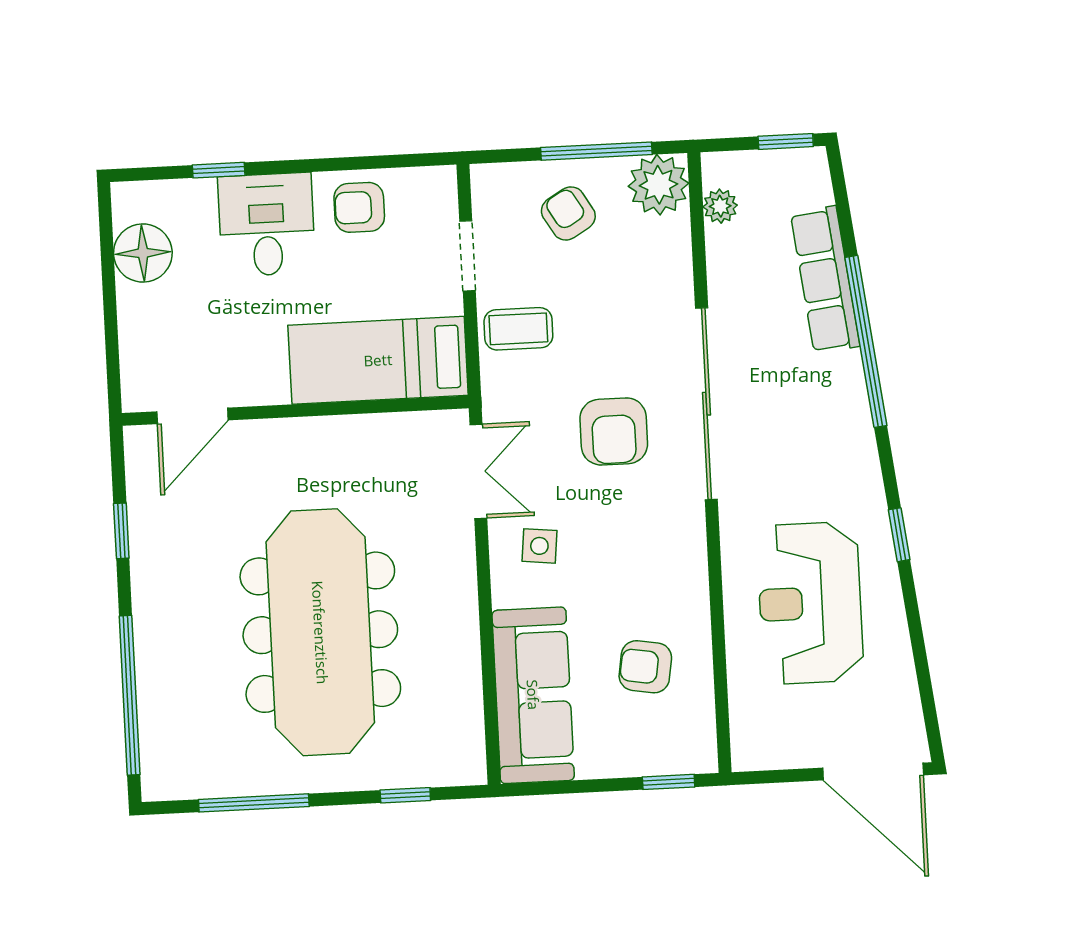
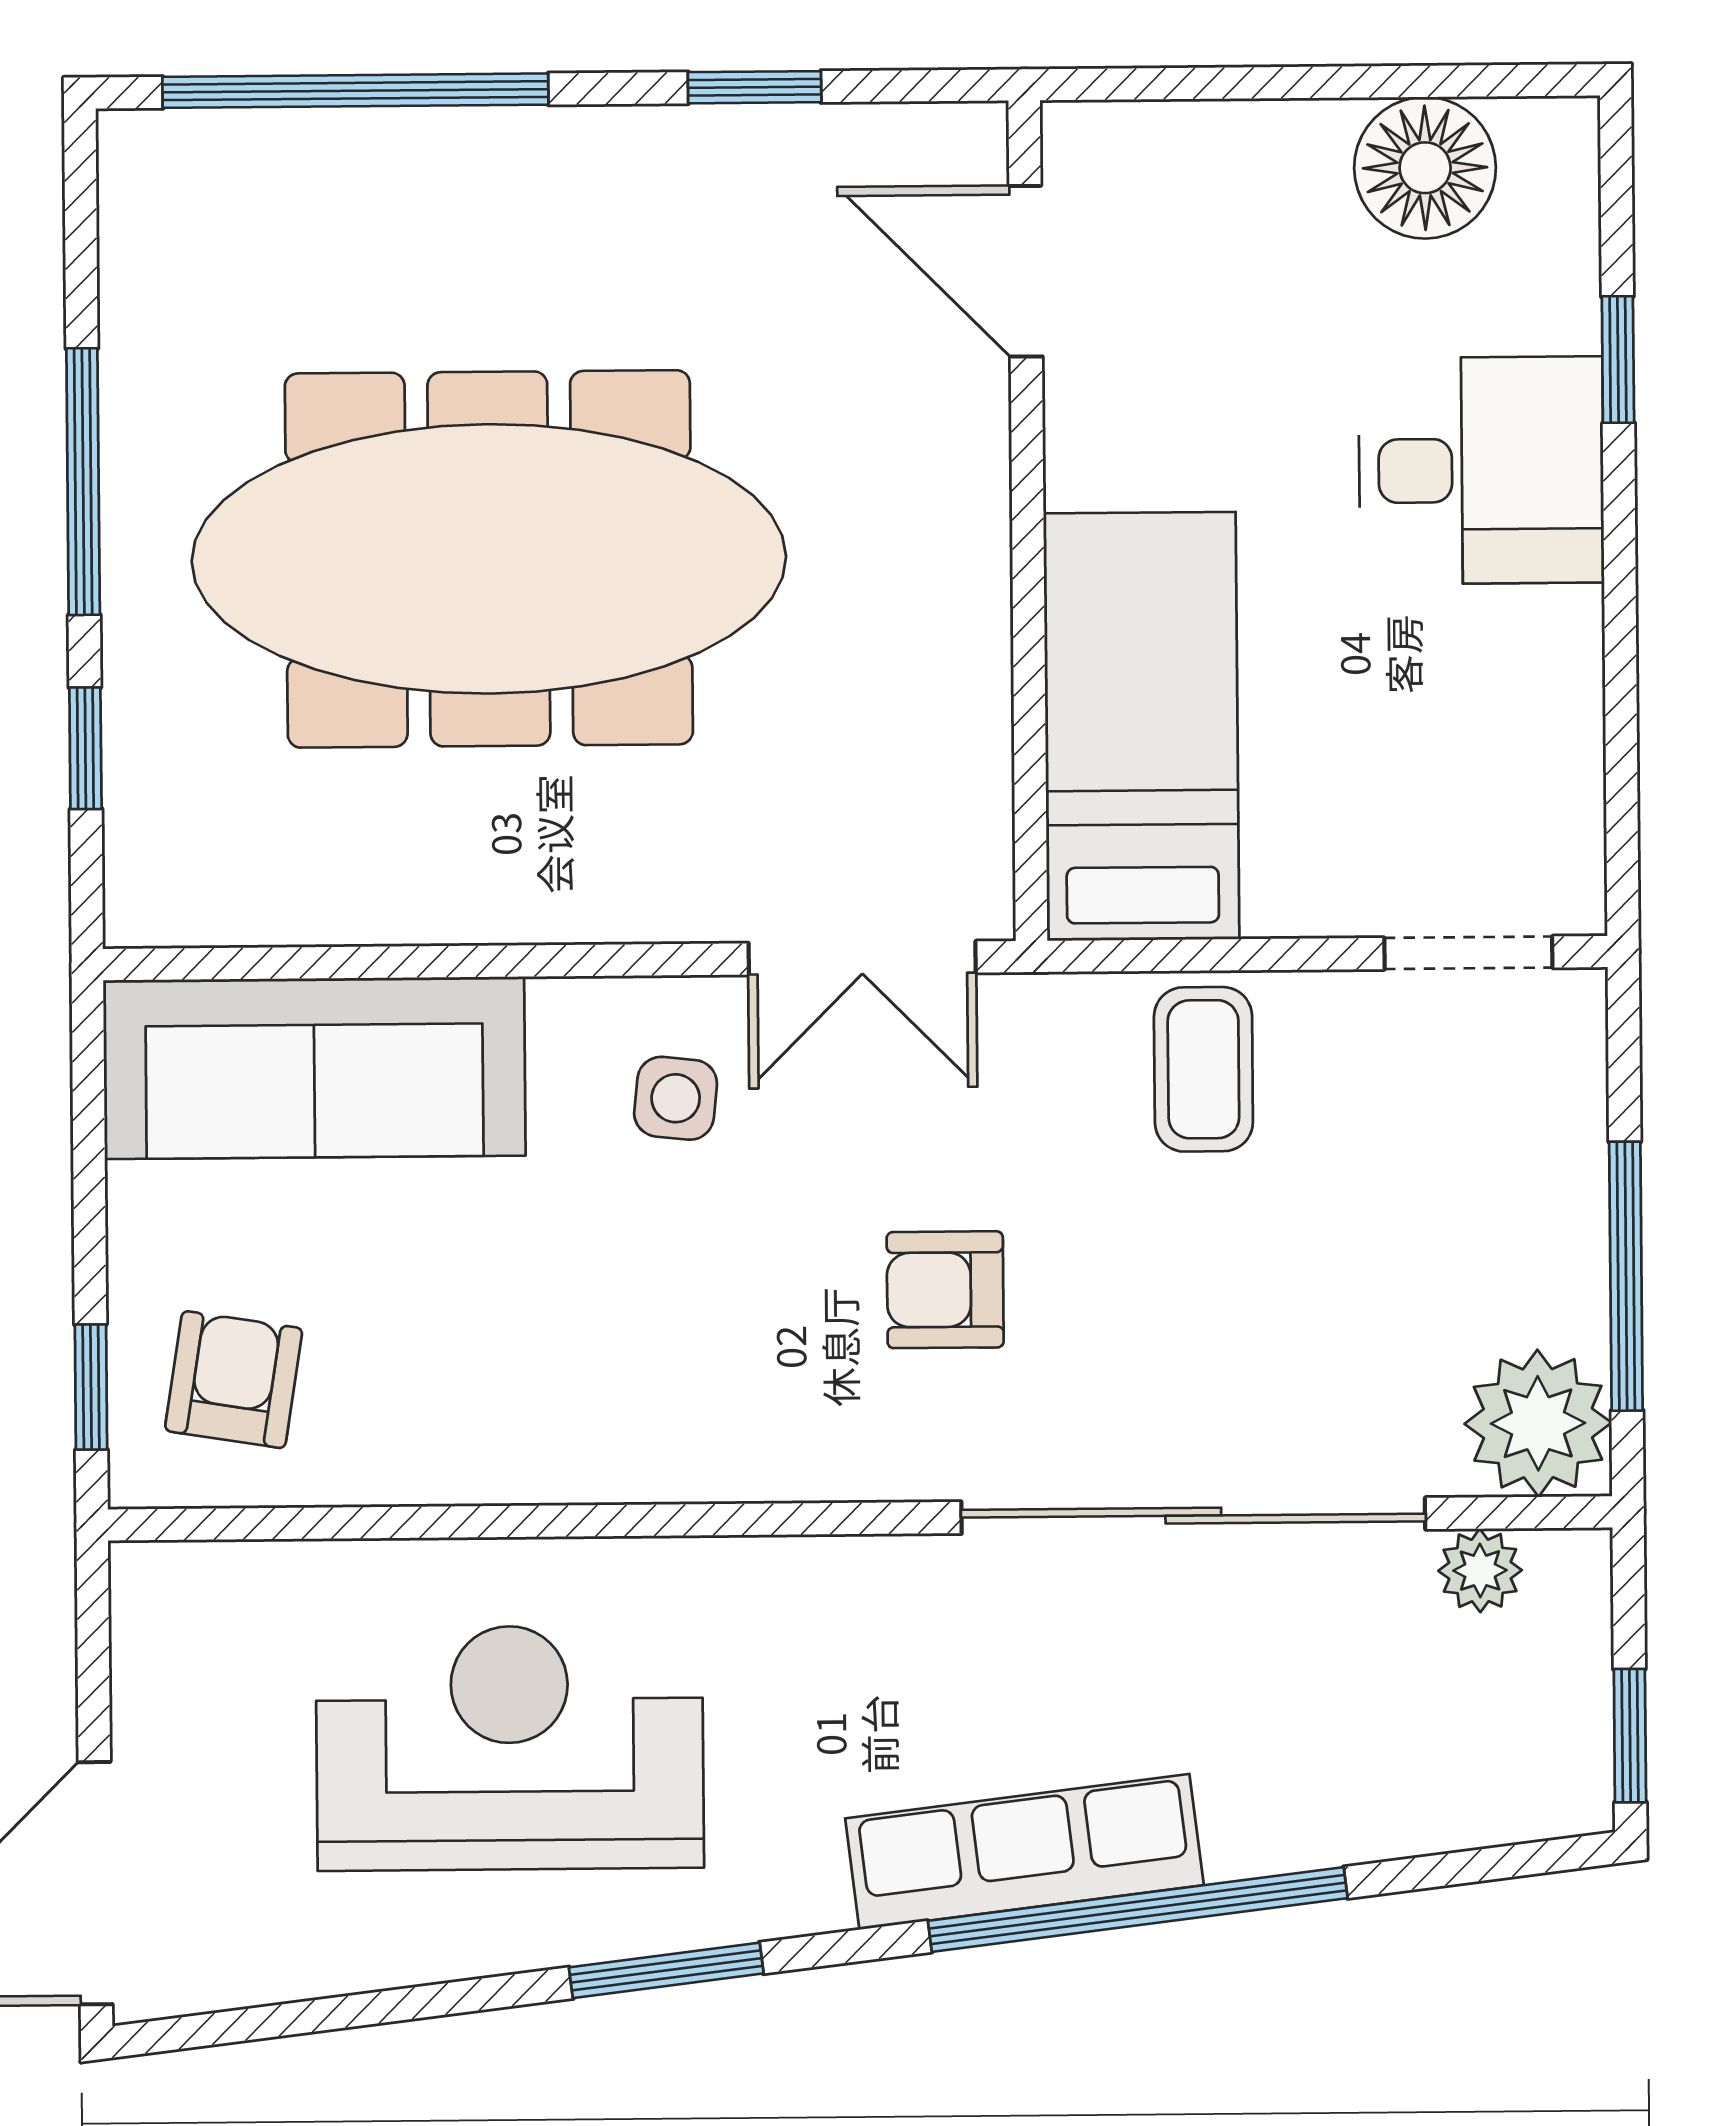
armchair: (359, 207) -> (1514, 696), removed
armchair: (568, 213) -> (1478, 1202), removed
doorway: (467, 256) -> (1468, 953), moved
row of seats: (825, 280) -> (1024, 1852), moved
sliding door: (706, 404) -> (1193, 1516), moved
armchair: (614, 431) -> (945, 1290), width x0.72, depth x0.72
window: (899, 535) -> (666, 1970), width x1.50
armchair: (645, 667) -> (234, 1380), moved
window: (254, 803) -> (83, 482), moved

